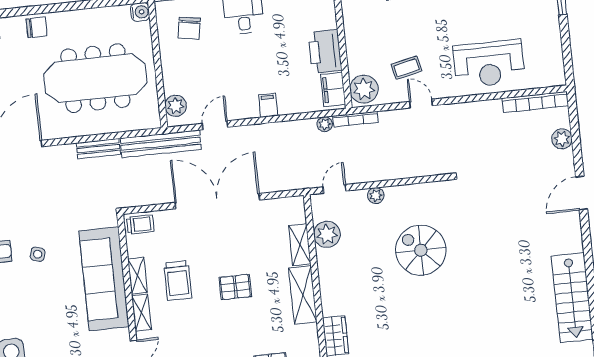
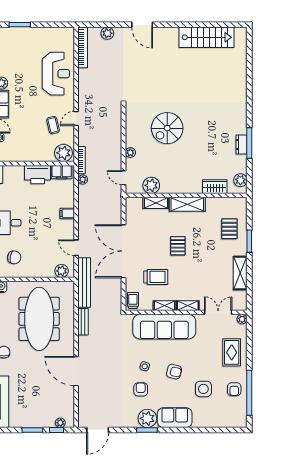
trolley: (178, 280) -> (156, 277), moved
armchair: (34, 302) -> (174, 372), added

